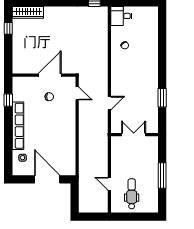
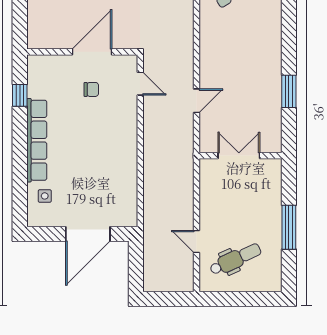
door: (47, 179) -> (88, 234), swing flipped
dental chair: (132, 194) -> (235, 259), turned 65

